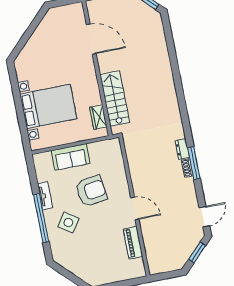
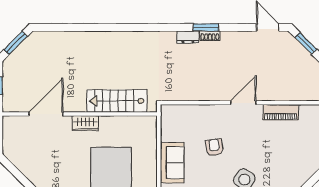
wardrobe: (98, 117) -> (85, 123), moved
window: (194, 163) -> (206, 27), width x0.69
armchair: (91, 191) -> (214, 147), width x0.53, depth x0.53

